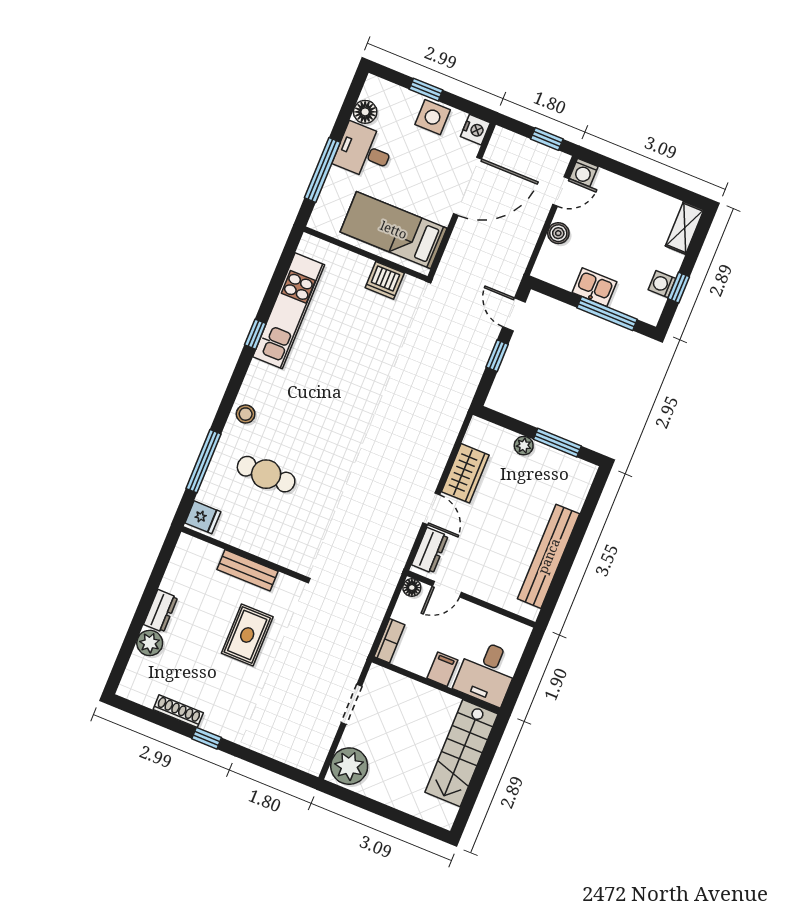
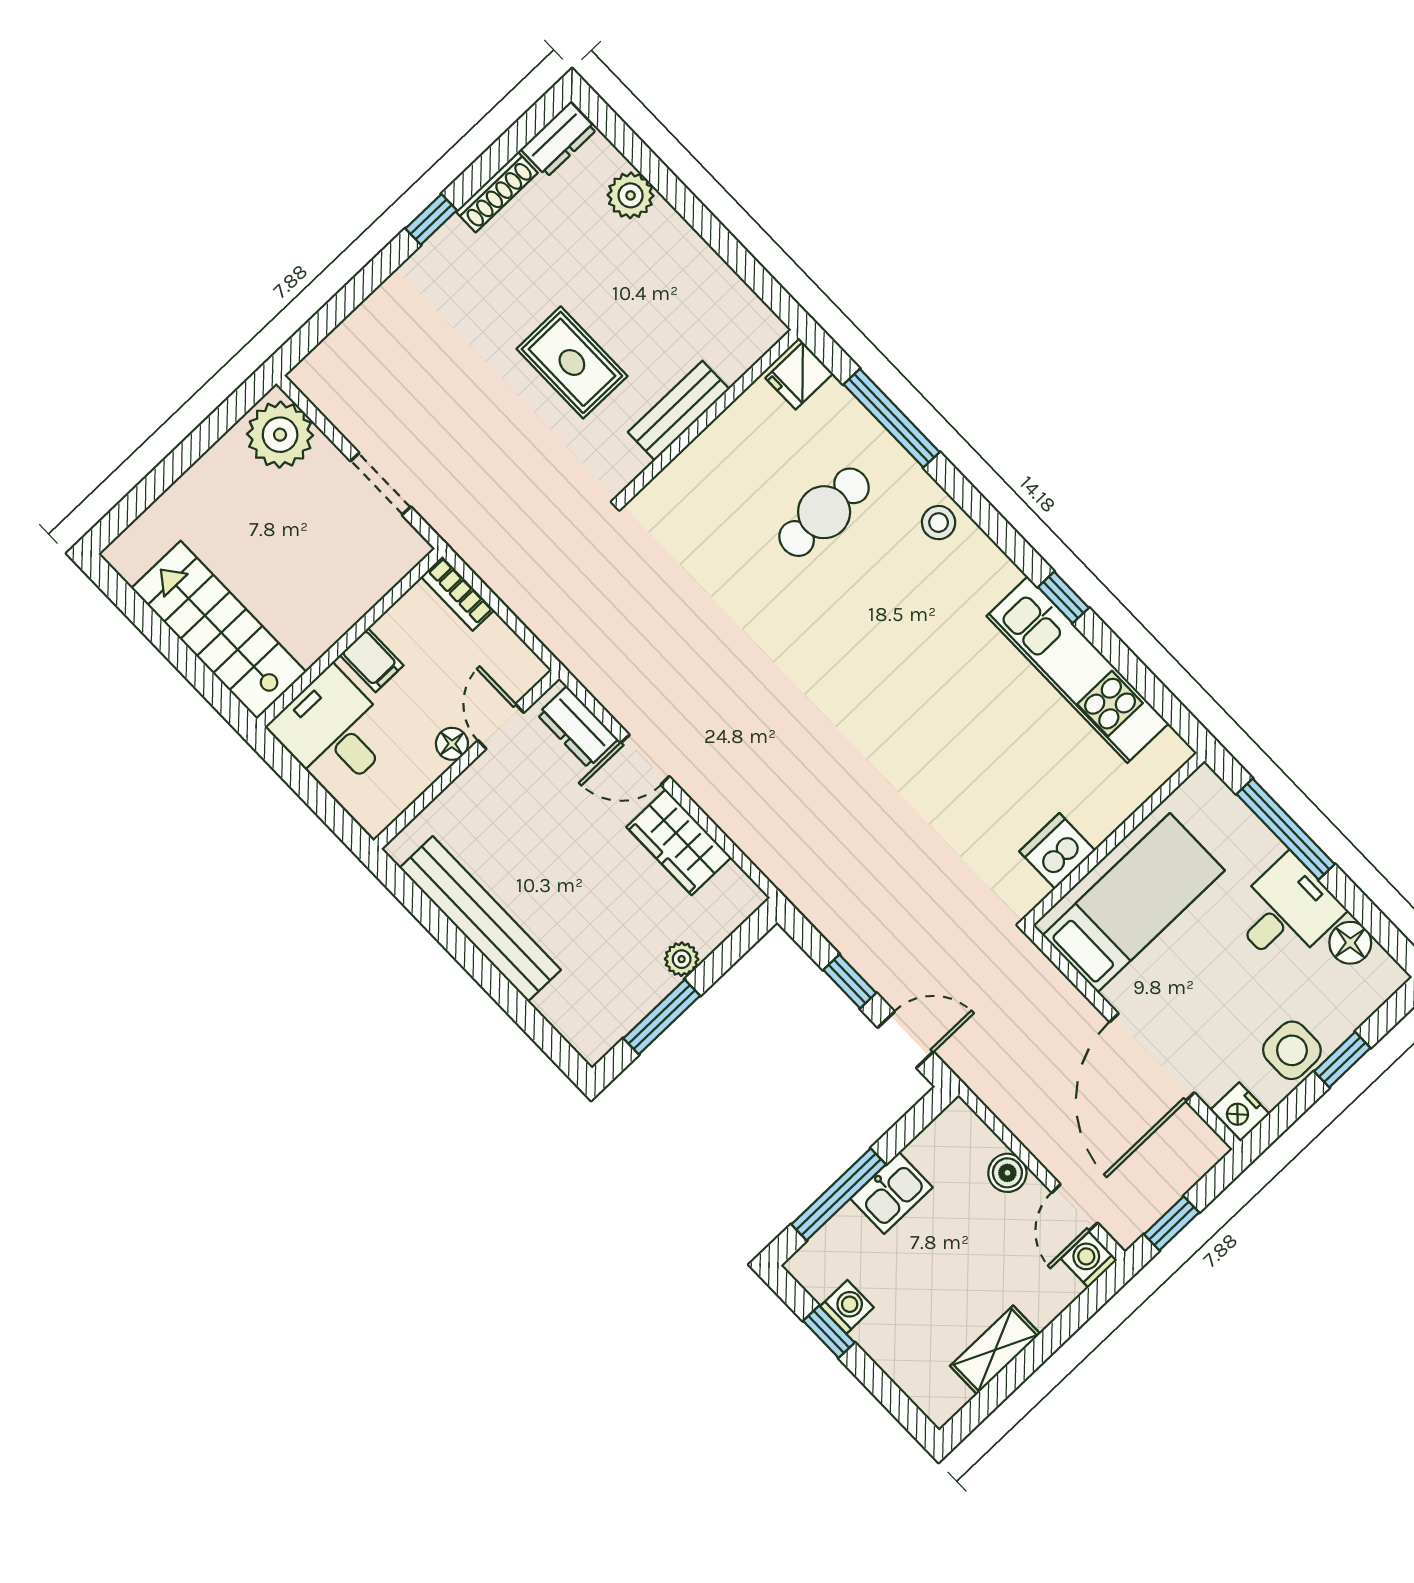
shelving: (685, 228) -> (995, 1350), moved, turned 90
floor lamp: (412, 588) -> (452, 744), moved
dresser: (161, 611) -> (559, 139), moved, turned -90

